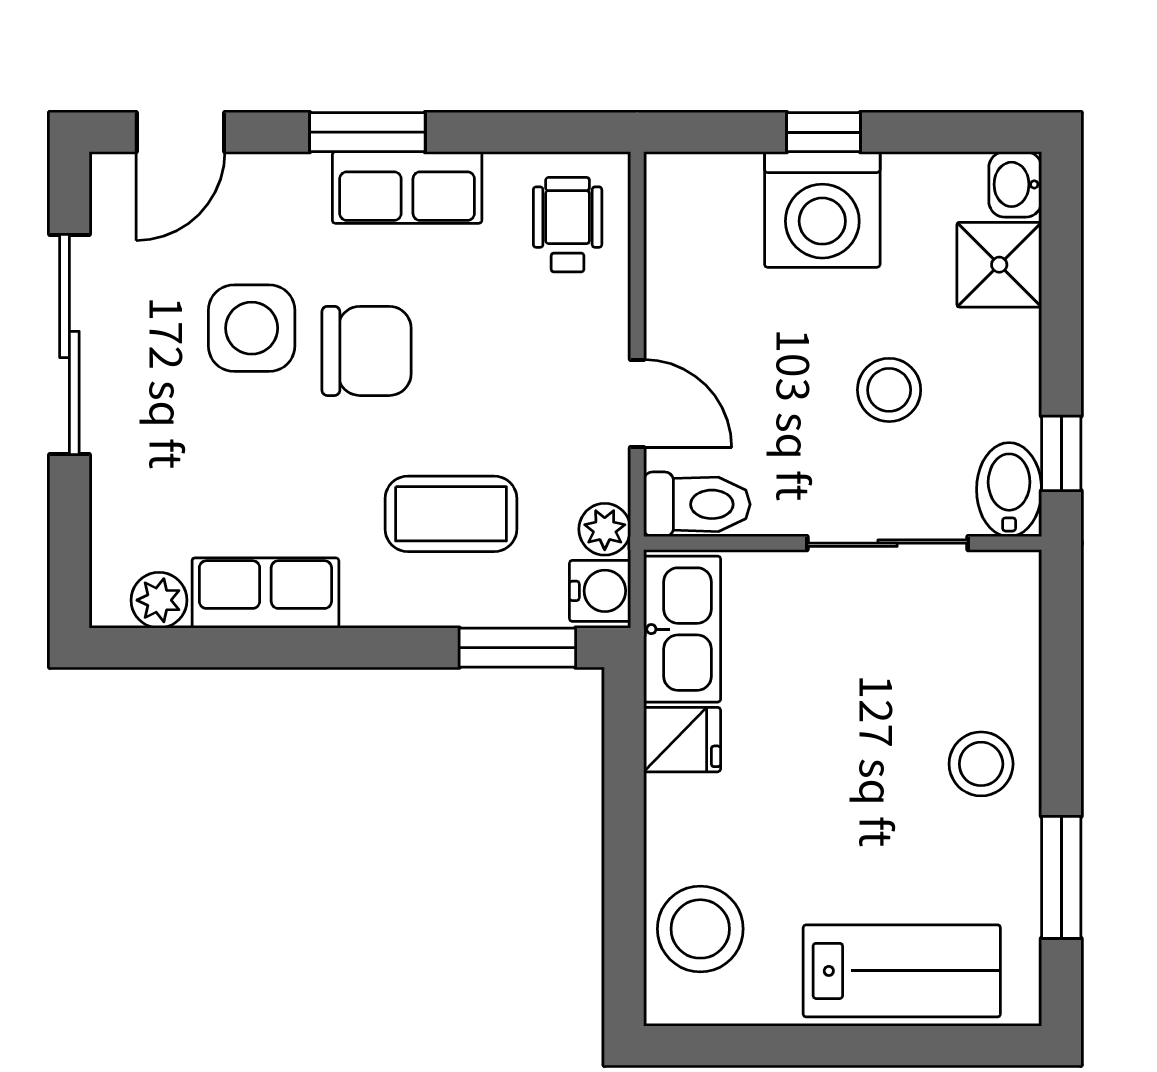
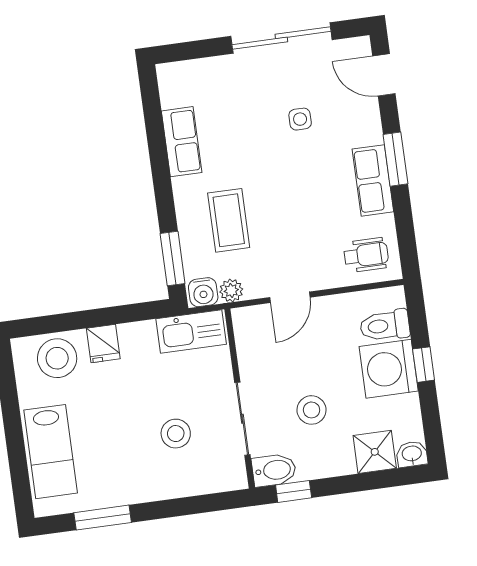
side table: (252, 328) -> (300, 119), width x0.54, depth x0.54
chair: (367, 351) -> (297, 172), removed
toilet: (697, 504) -> (385, 326), moved, turned 90
plant: (159, 600) -> (172, 94), removed
fridge: (682, 740) -> (103, 344), moved
stool: (981, 764) -> (176, 434), moved

